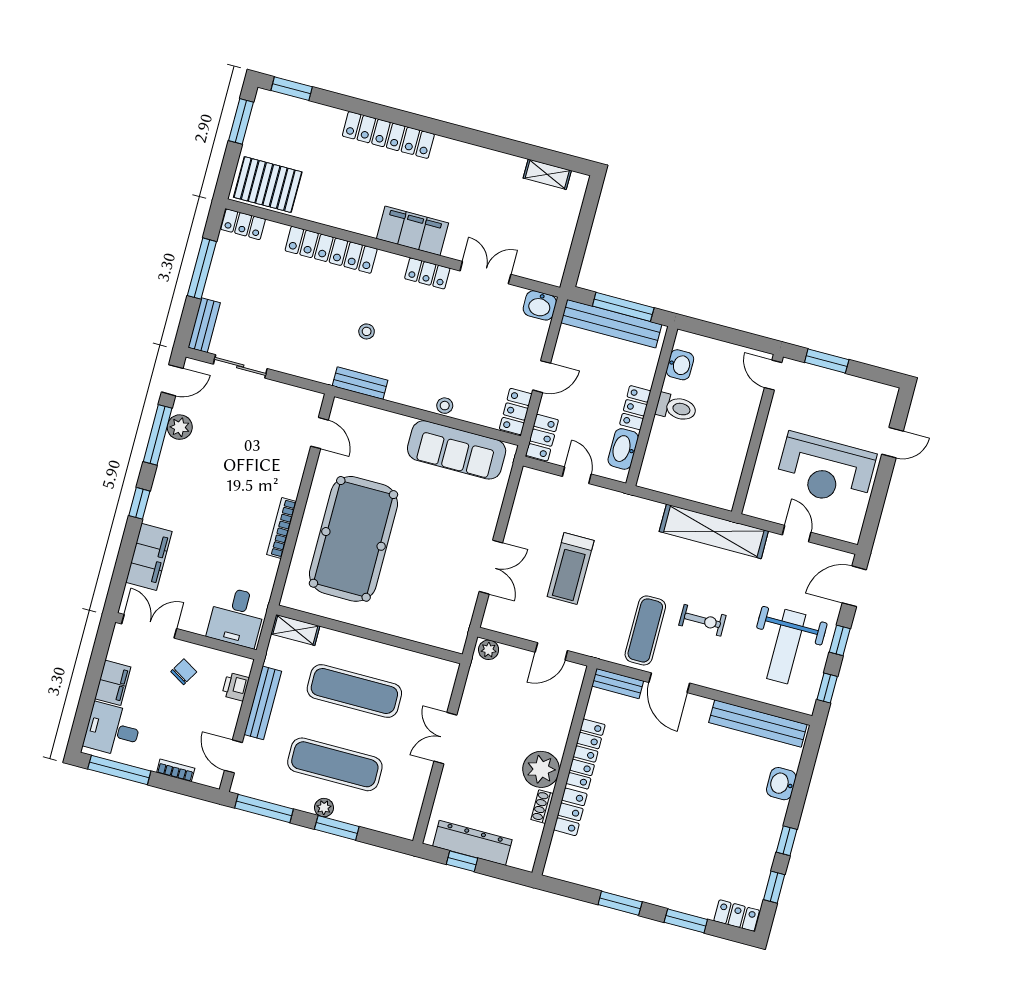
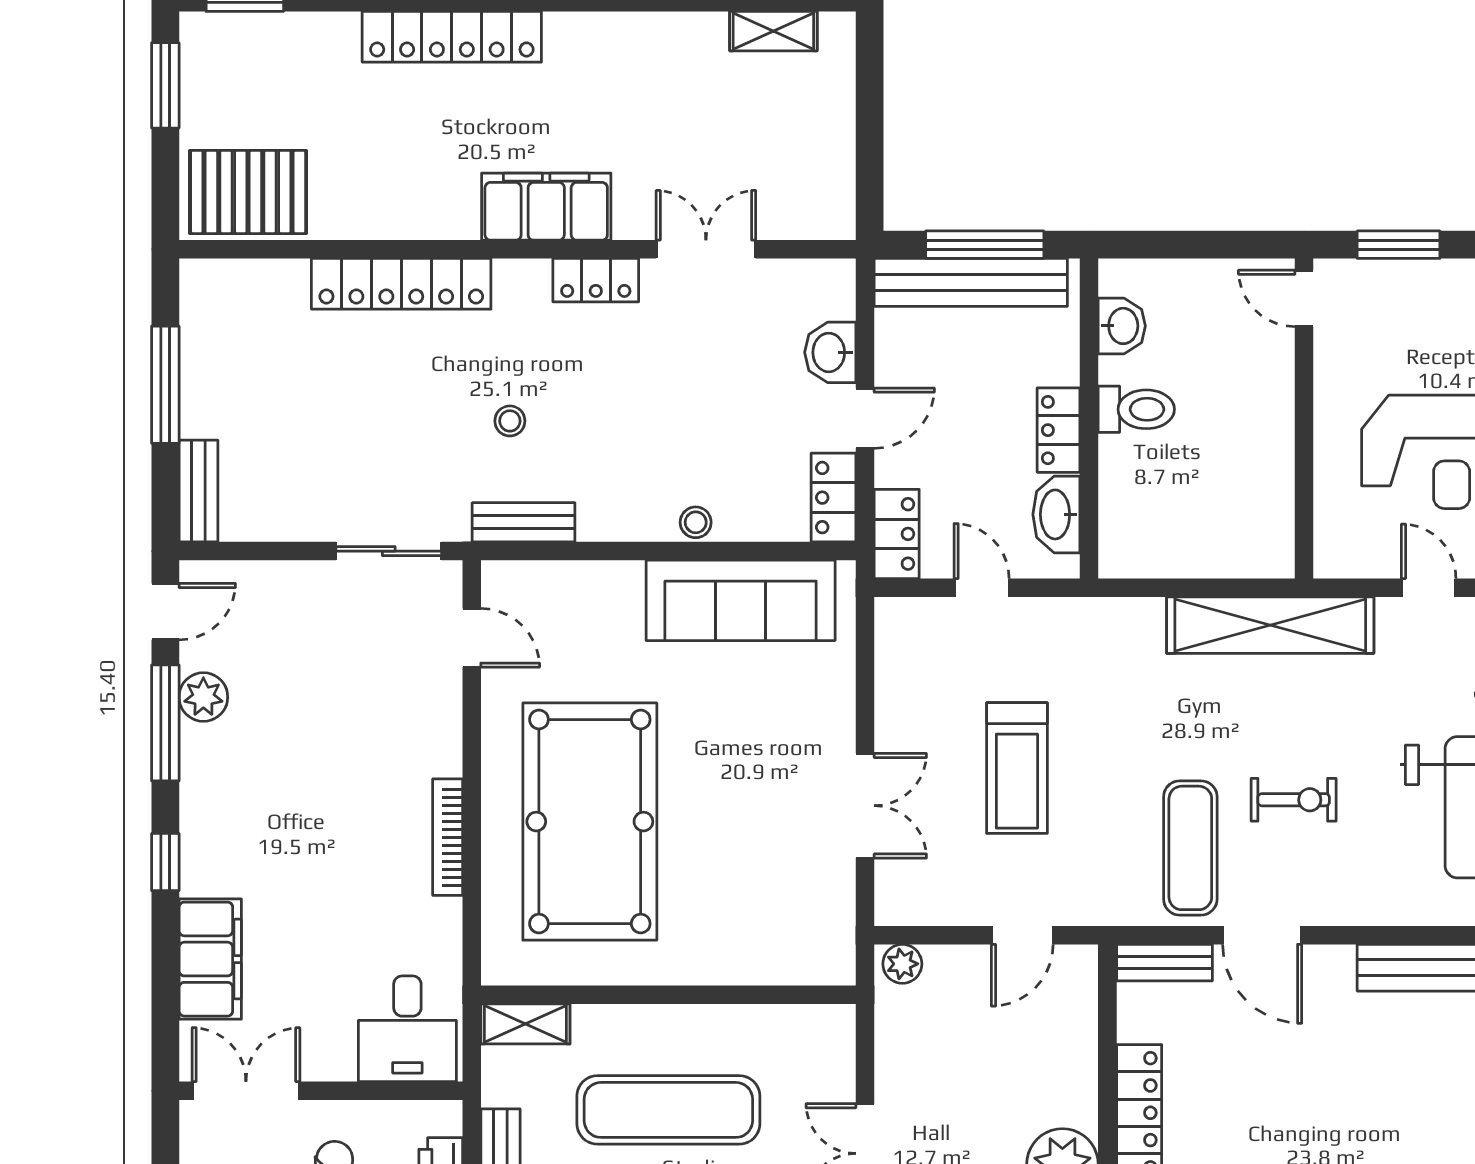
locker: (243, 224) -> (221, 280), removed
washbasin: (540, 305) -> (830, 352), moved, turned 90
sliding door: (240, 366) -> (389, 551), moved

